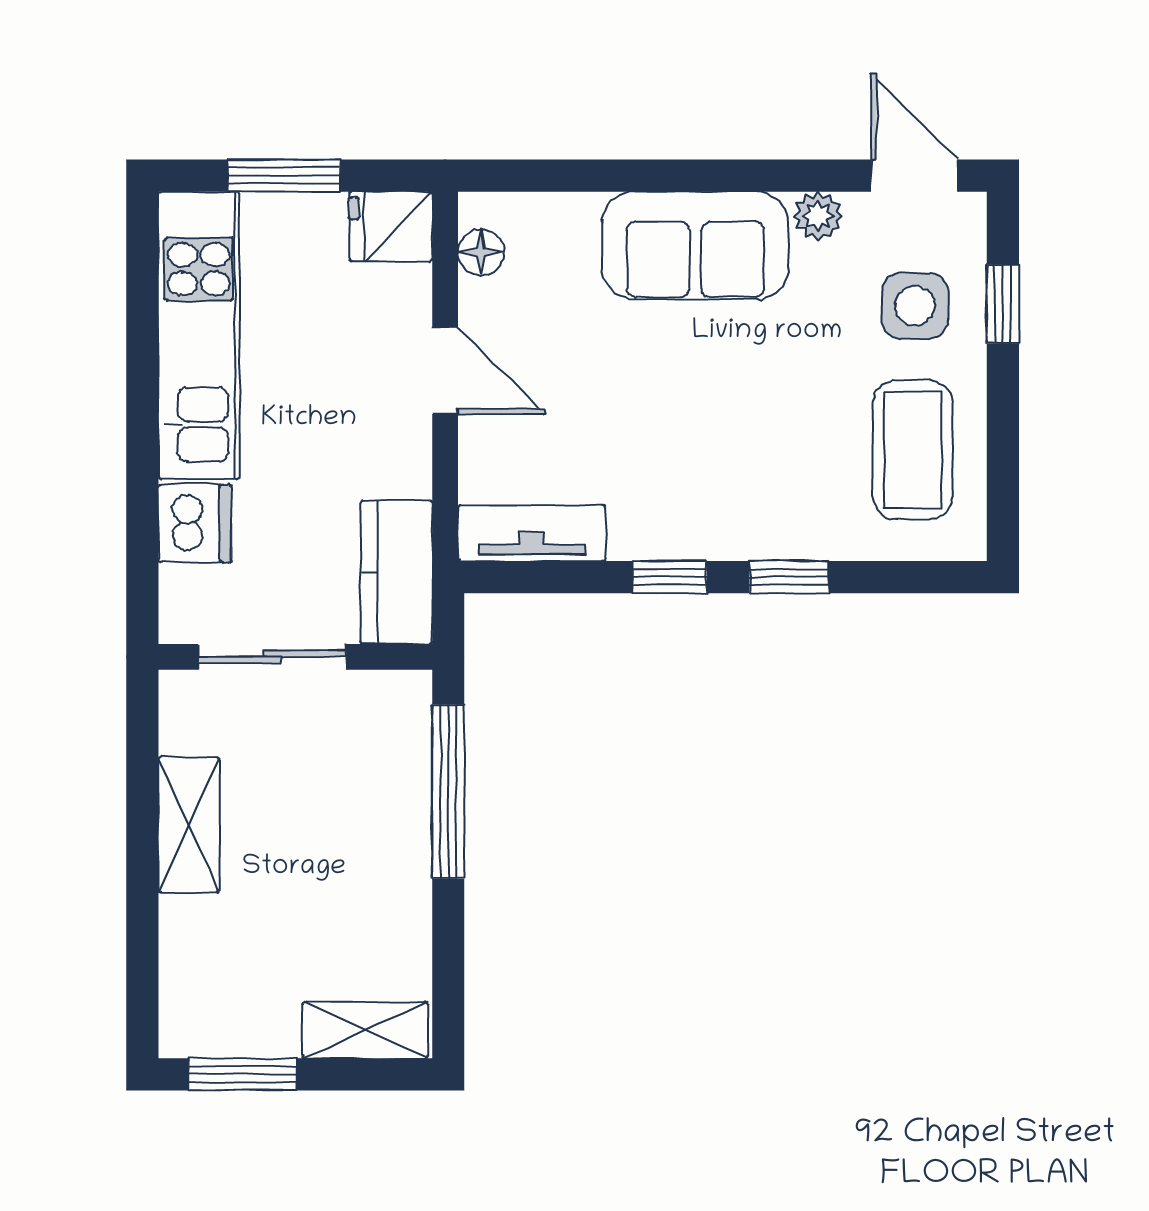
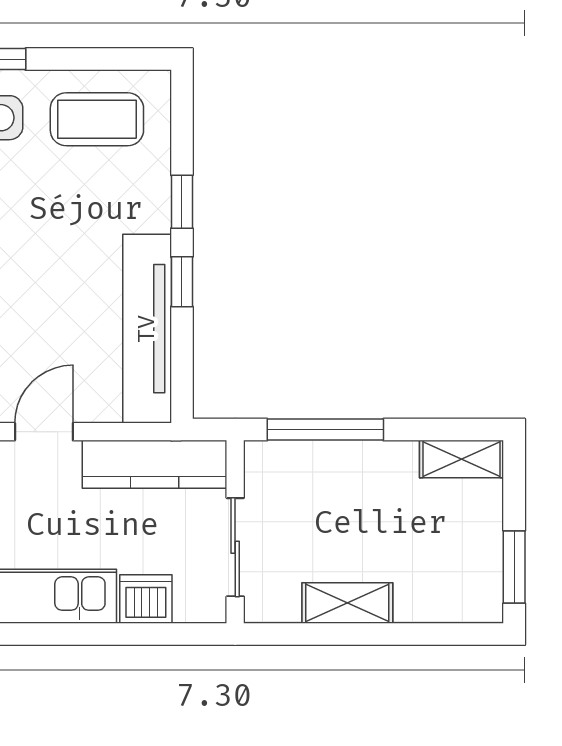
tv unit: (532, 533) -> (147, 329), width x1.92, depth x1.29
kitchen counter: (396, 572) -> (155, 464), width x1.50
shelving: (365, 1030) -> (462, 459), moved, turned 90

